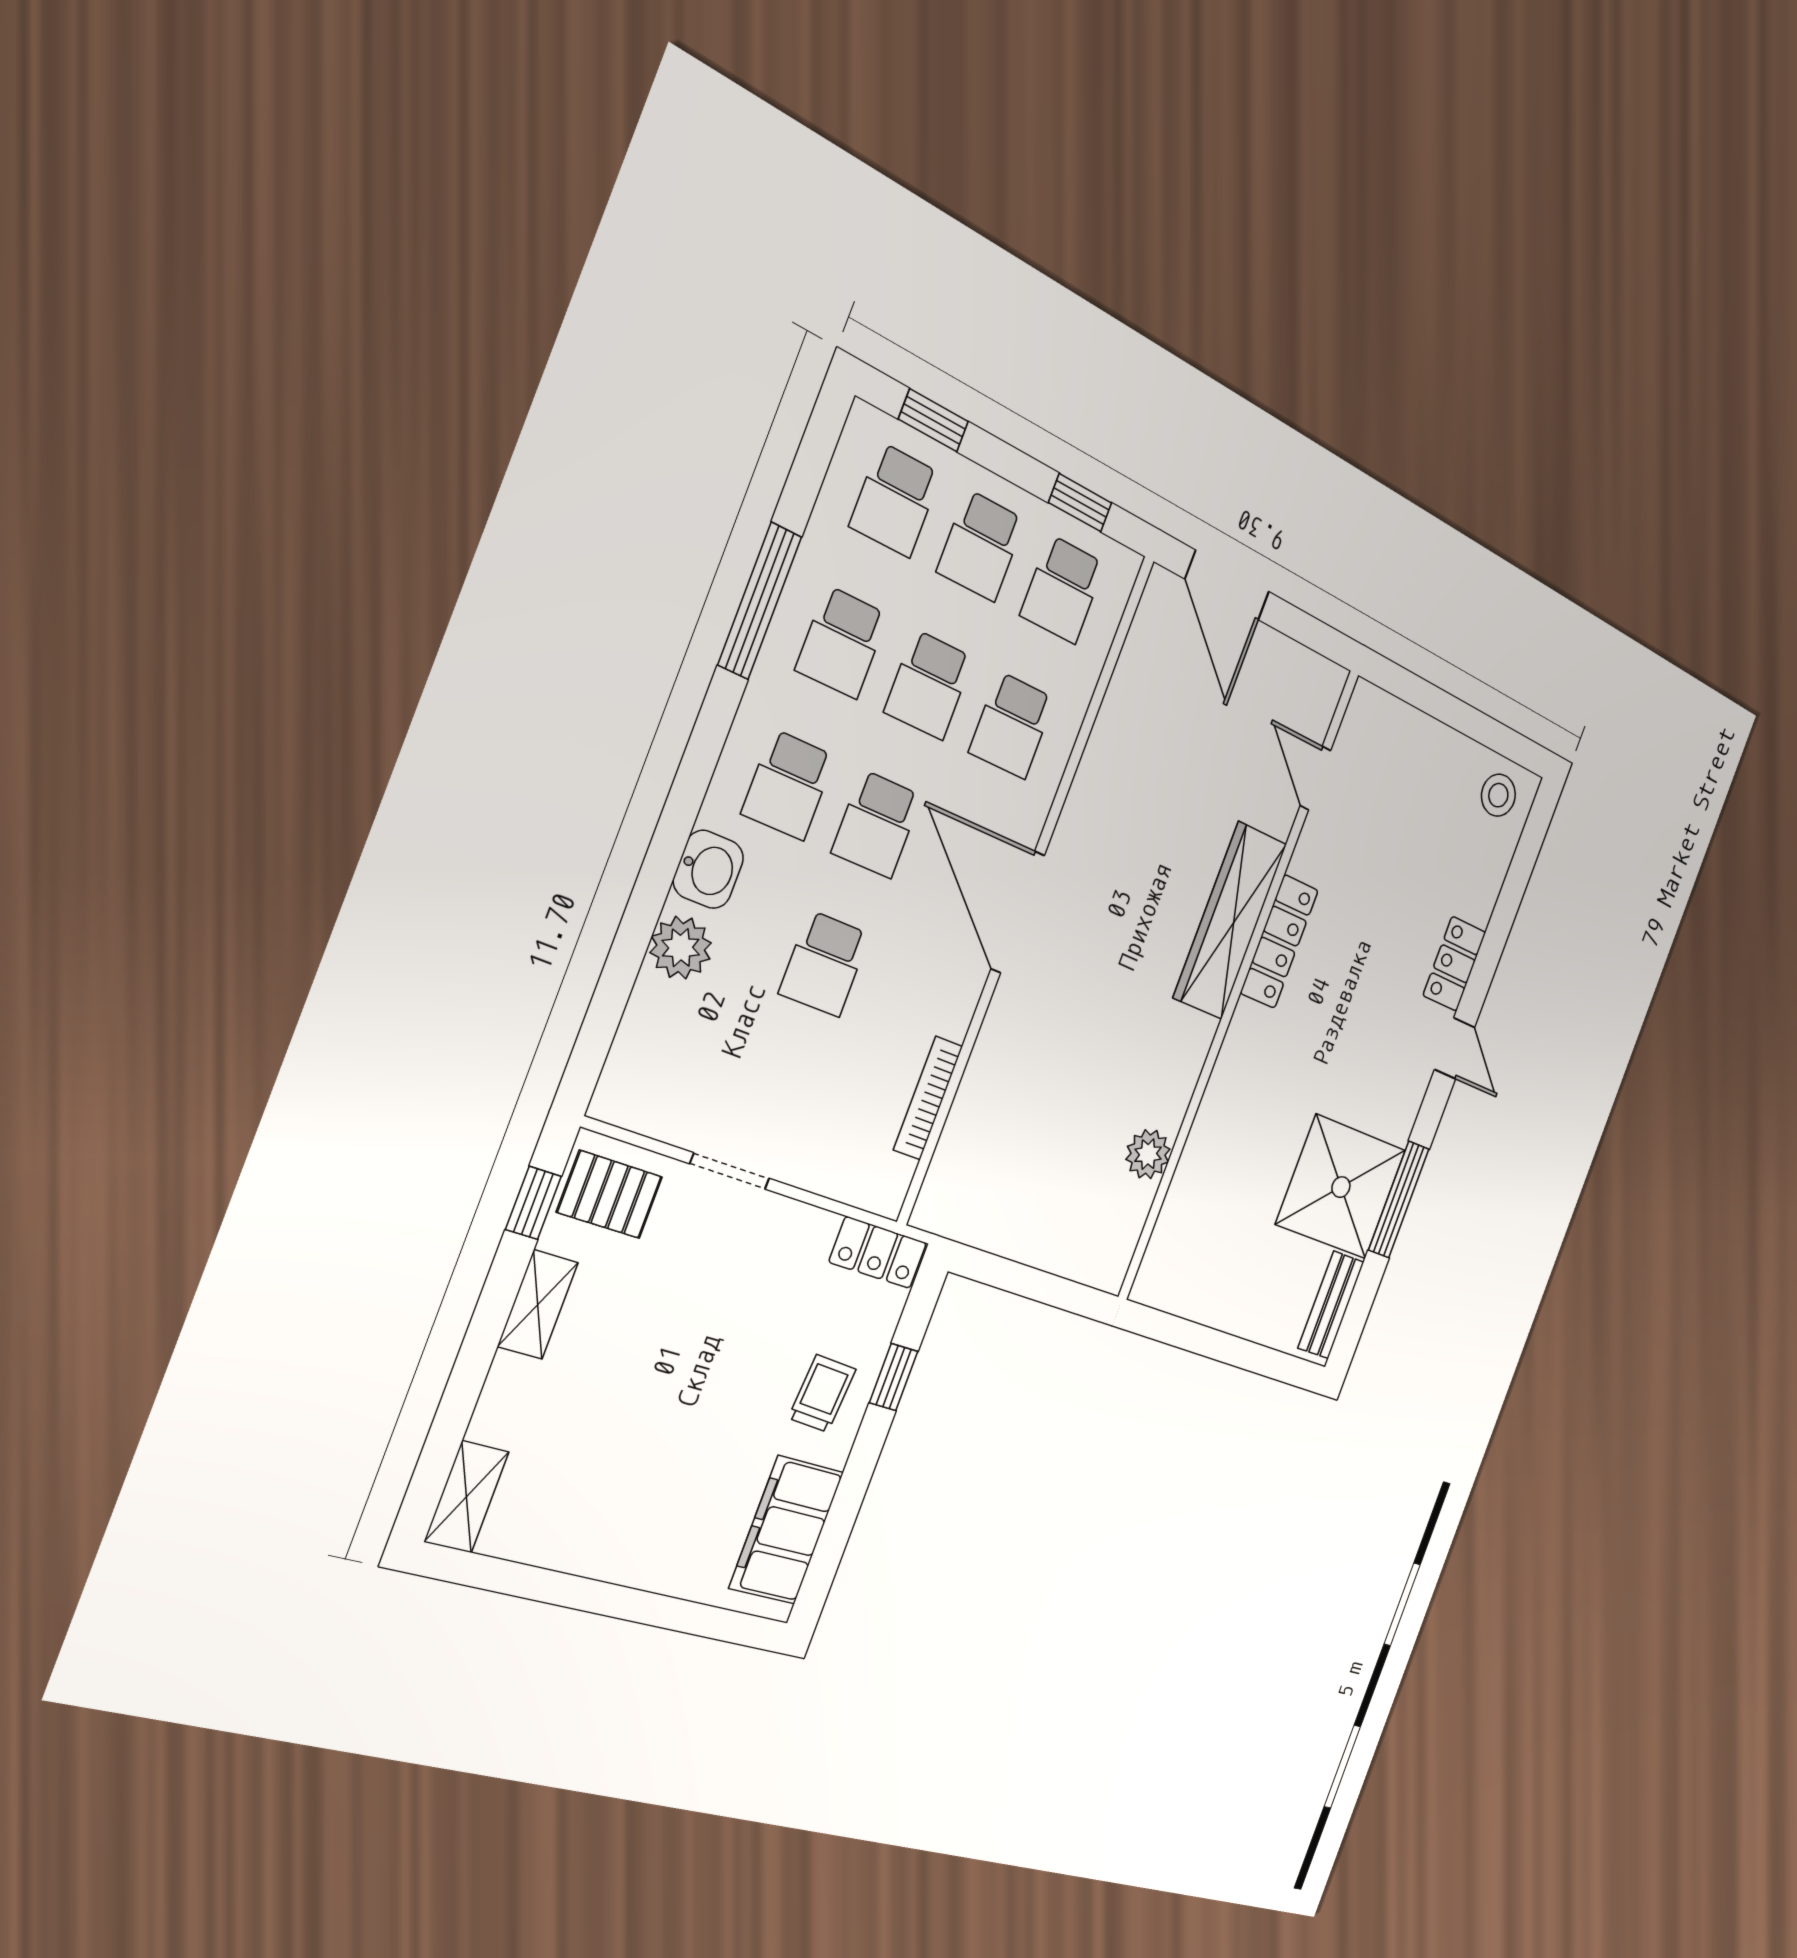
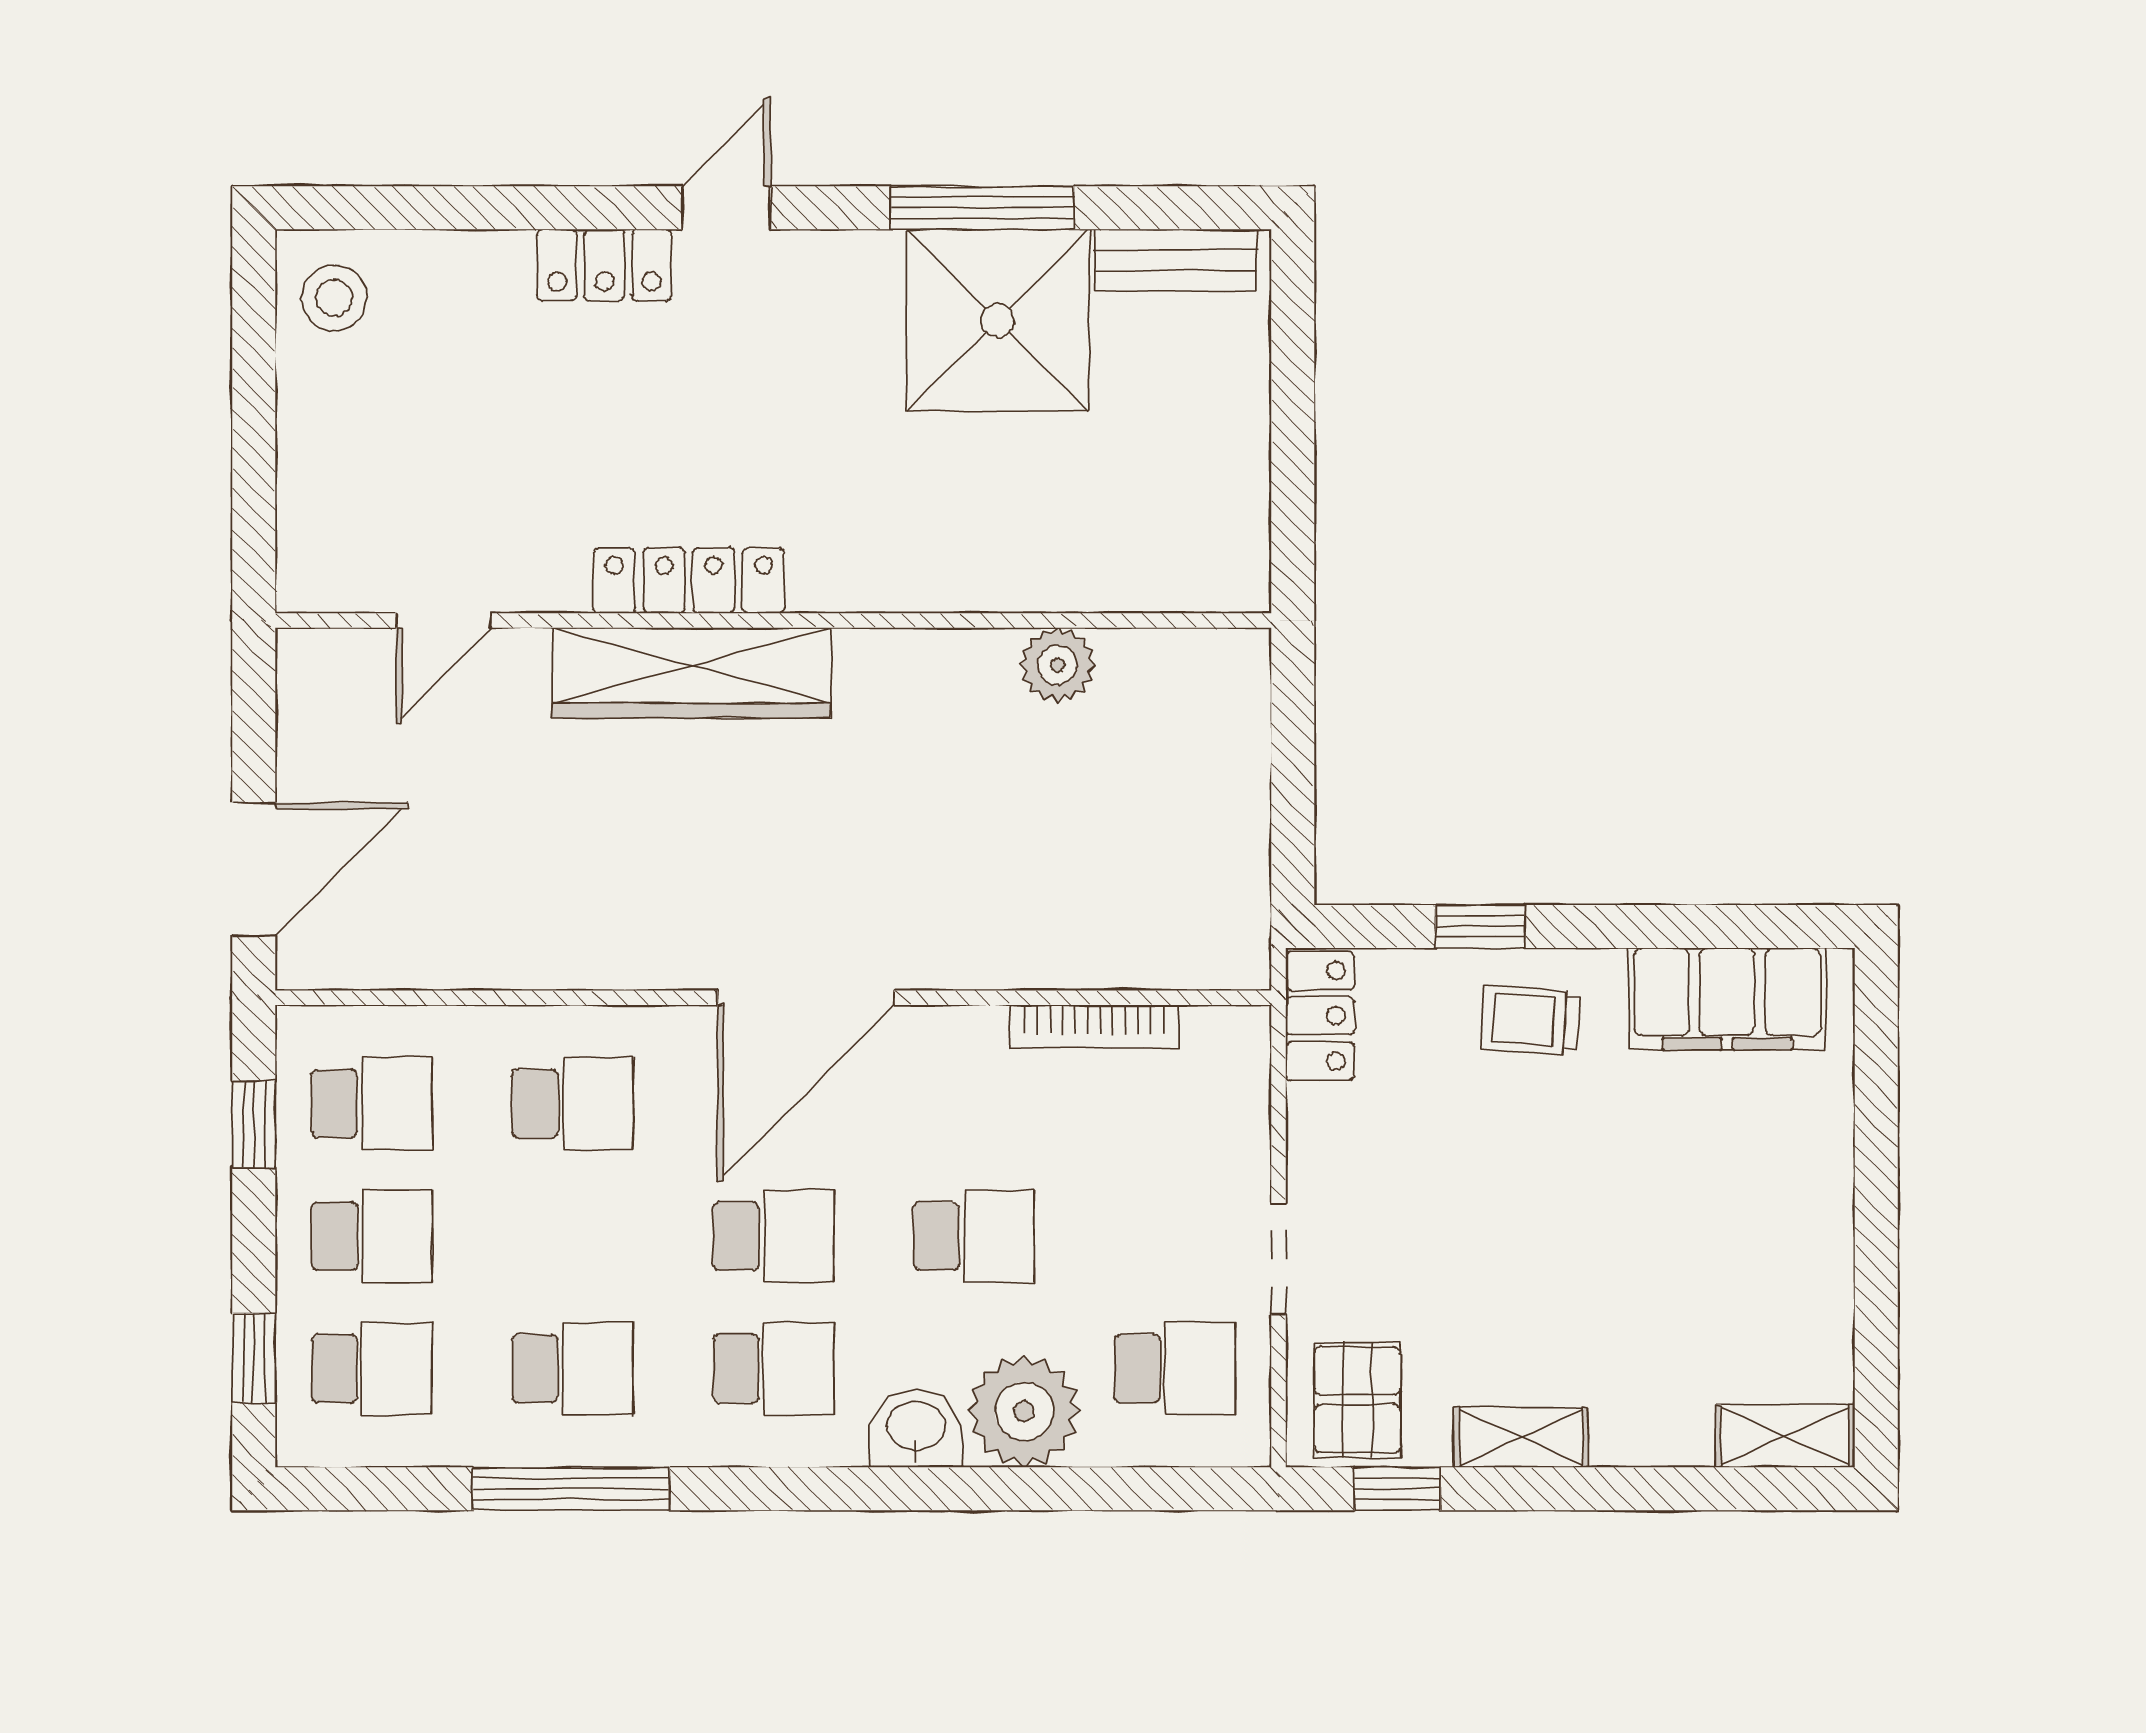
school desk: (929, 685) -> (1175, 1368), moved
plant: (681, 948) -> (1024, 1411), width x1.36, depth x1.36

